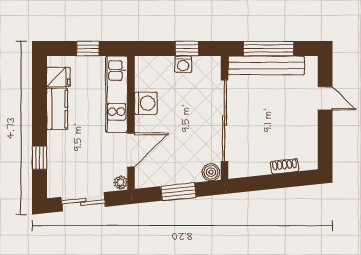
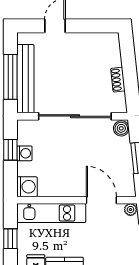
washing machine: (146, 103) -> (27, 187), moved, turned 90
shoe rack: (285, 166) -> (118, 80), moved

